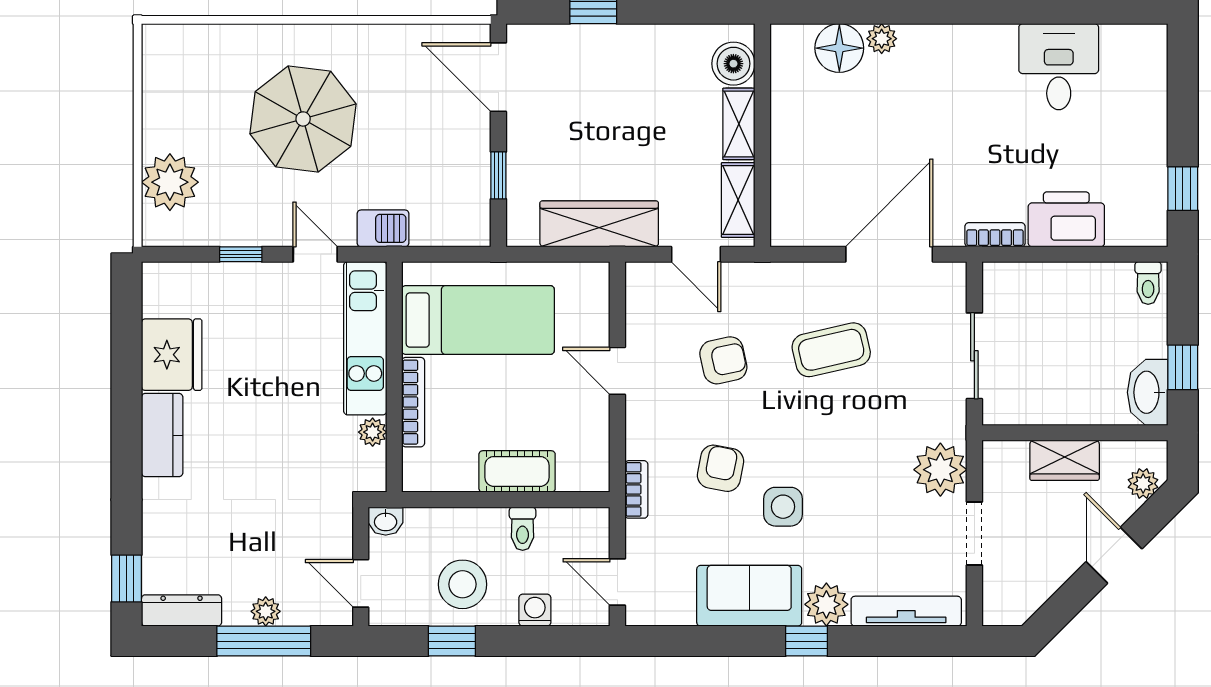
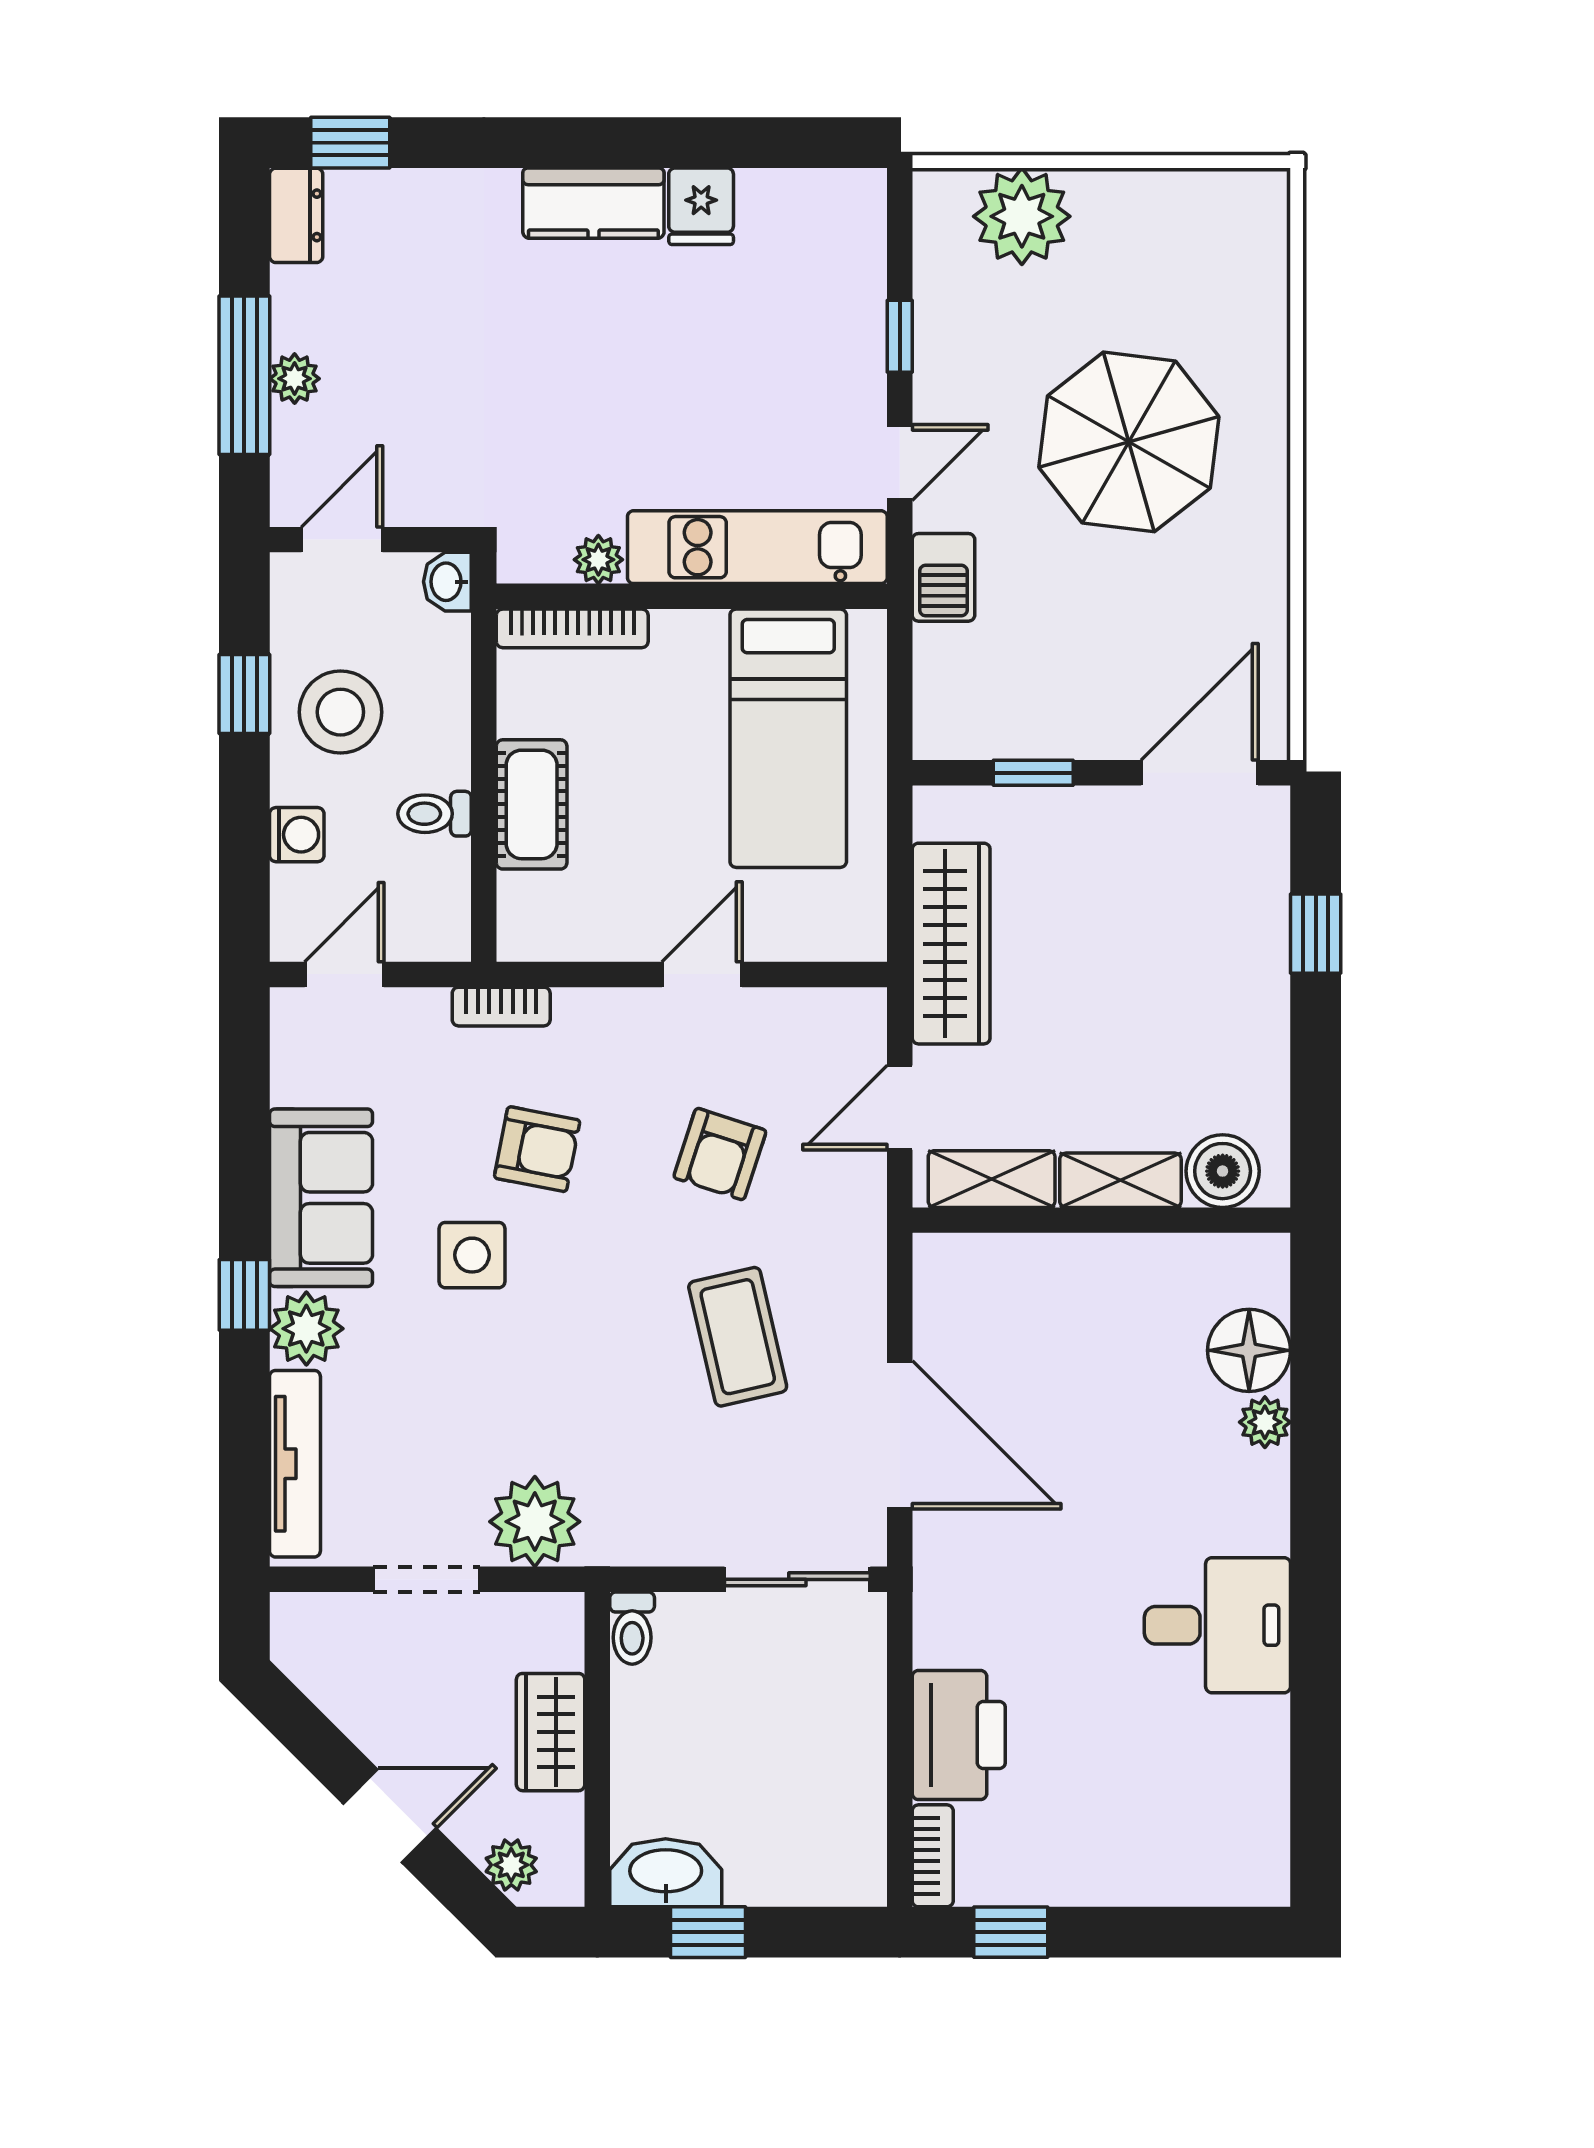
desk: (1059, 67) -> (1217, 1625), moved
bookcase: (995, 235) -> (933, 1856), moved
toilet: (1148, 283) -> (632, 1628), moved, turned -90
fridge: (172, 355) -> (701, 206), width x0.53, depth x0.75
sliding door: (974, 356) -> (797, 1579), moved
armchair: (723, 360) -> (720, 1154), turned 30
bookcase: (413, 402) -> (572, 628), moved
dresser: (182, 610) -> (296, 215), width x0.70

